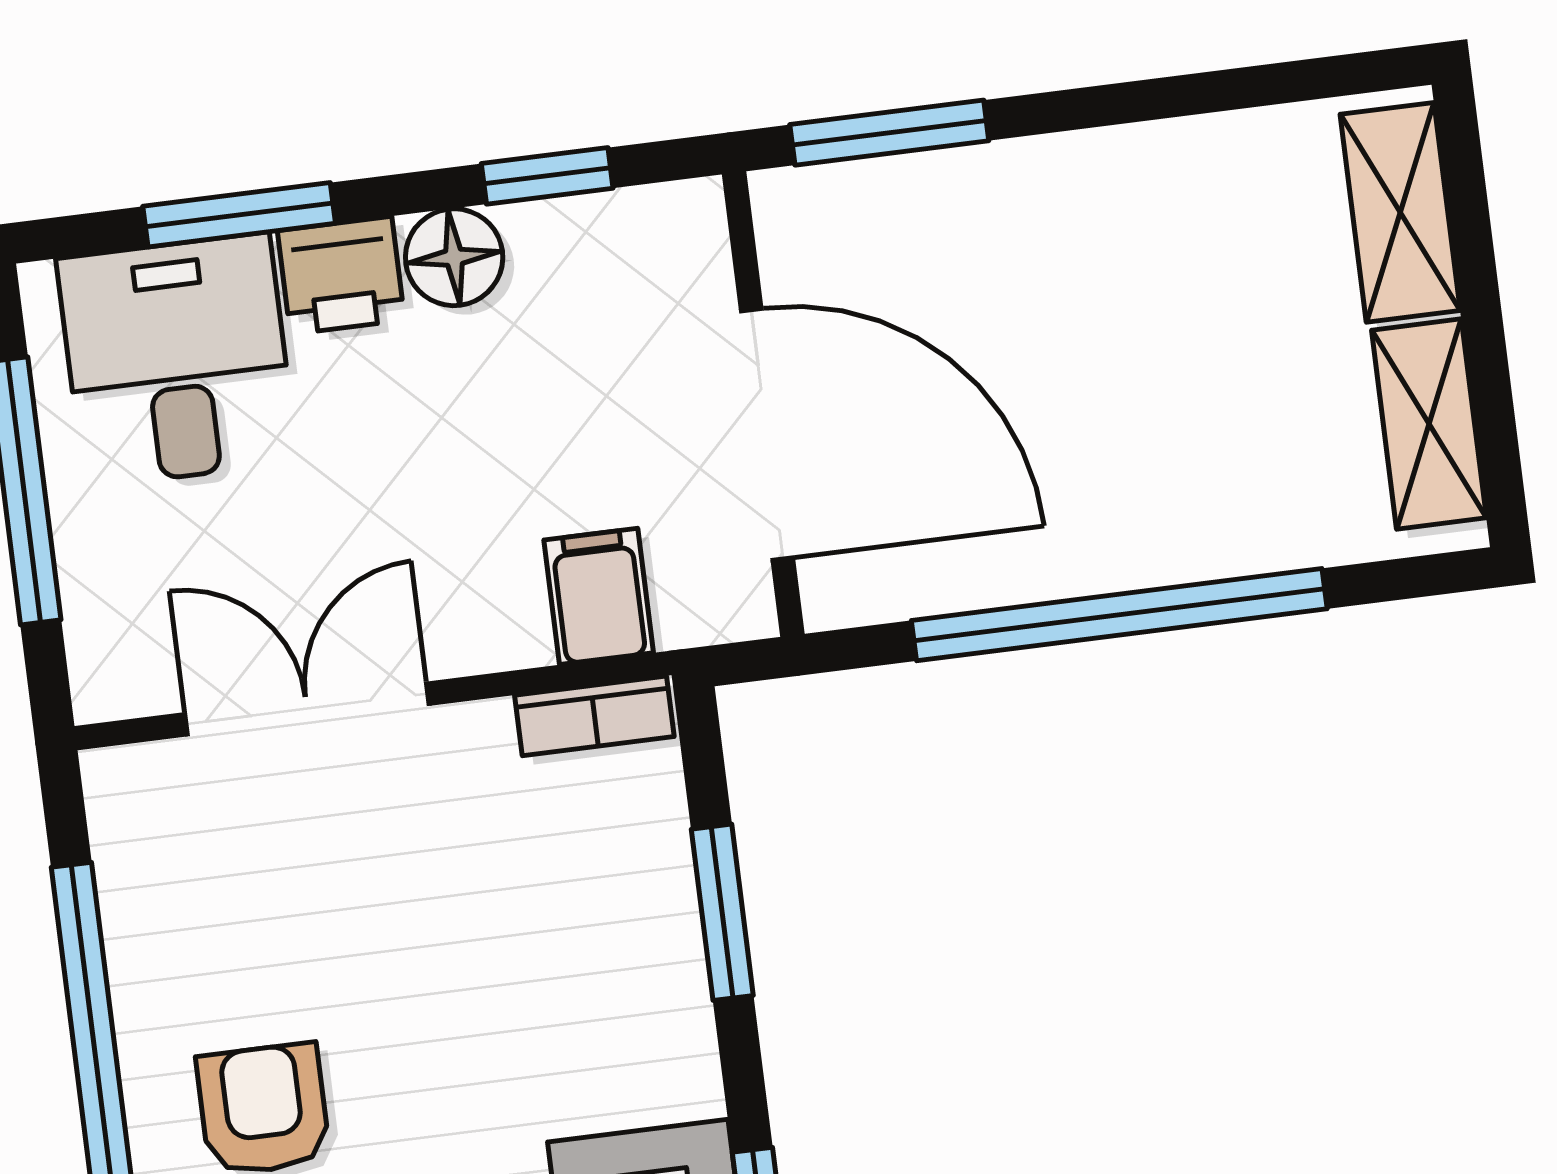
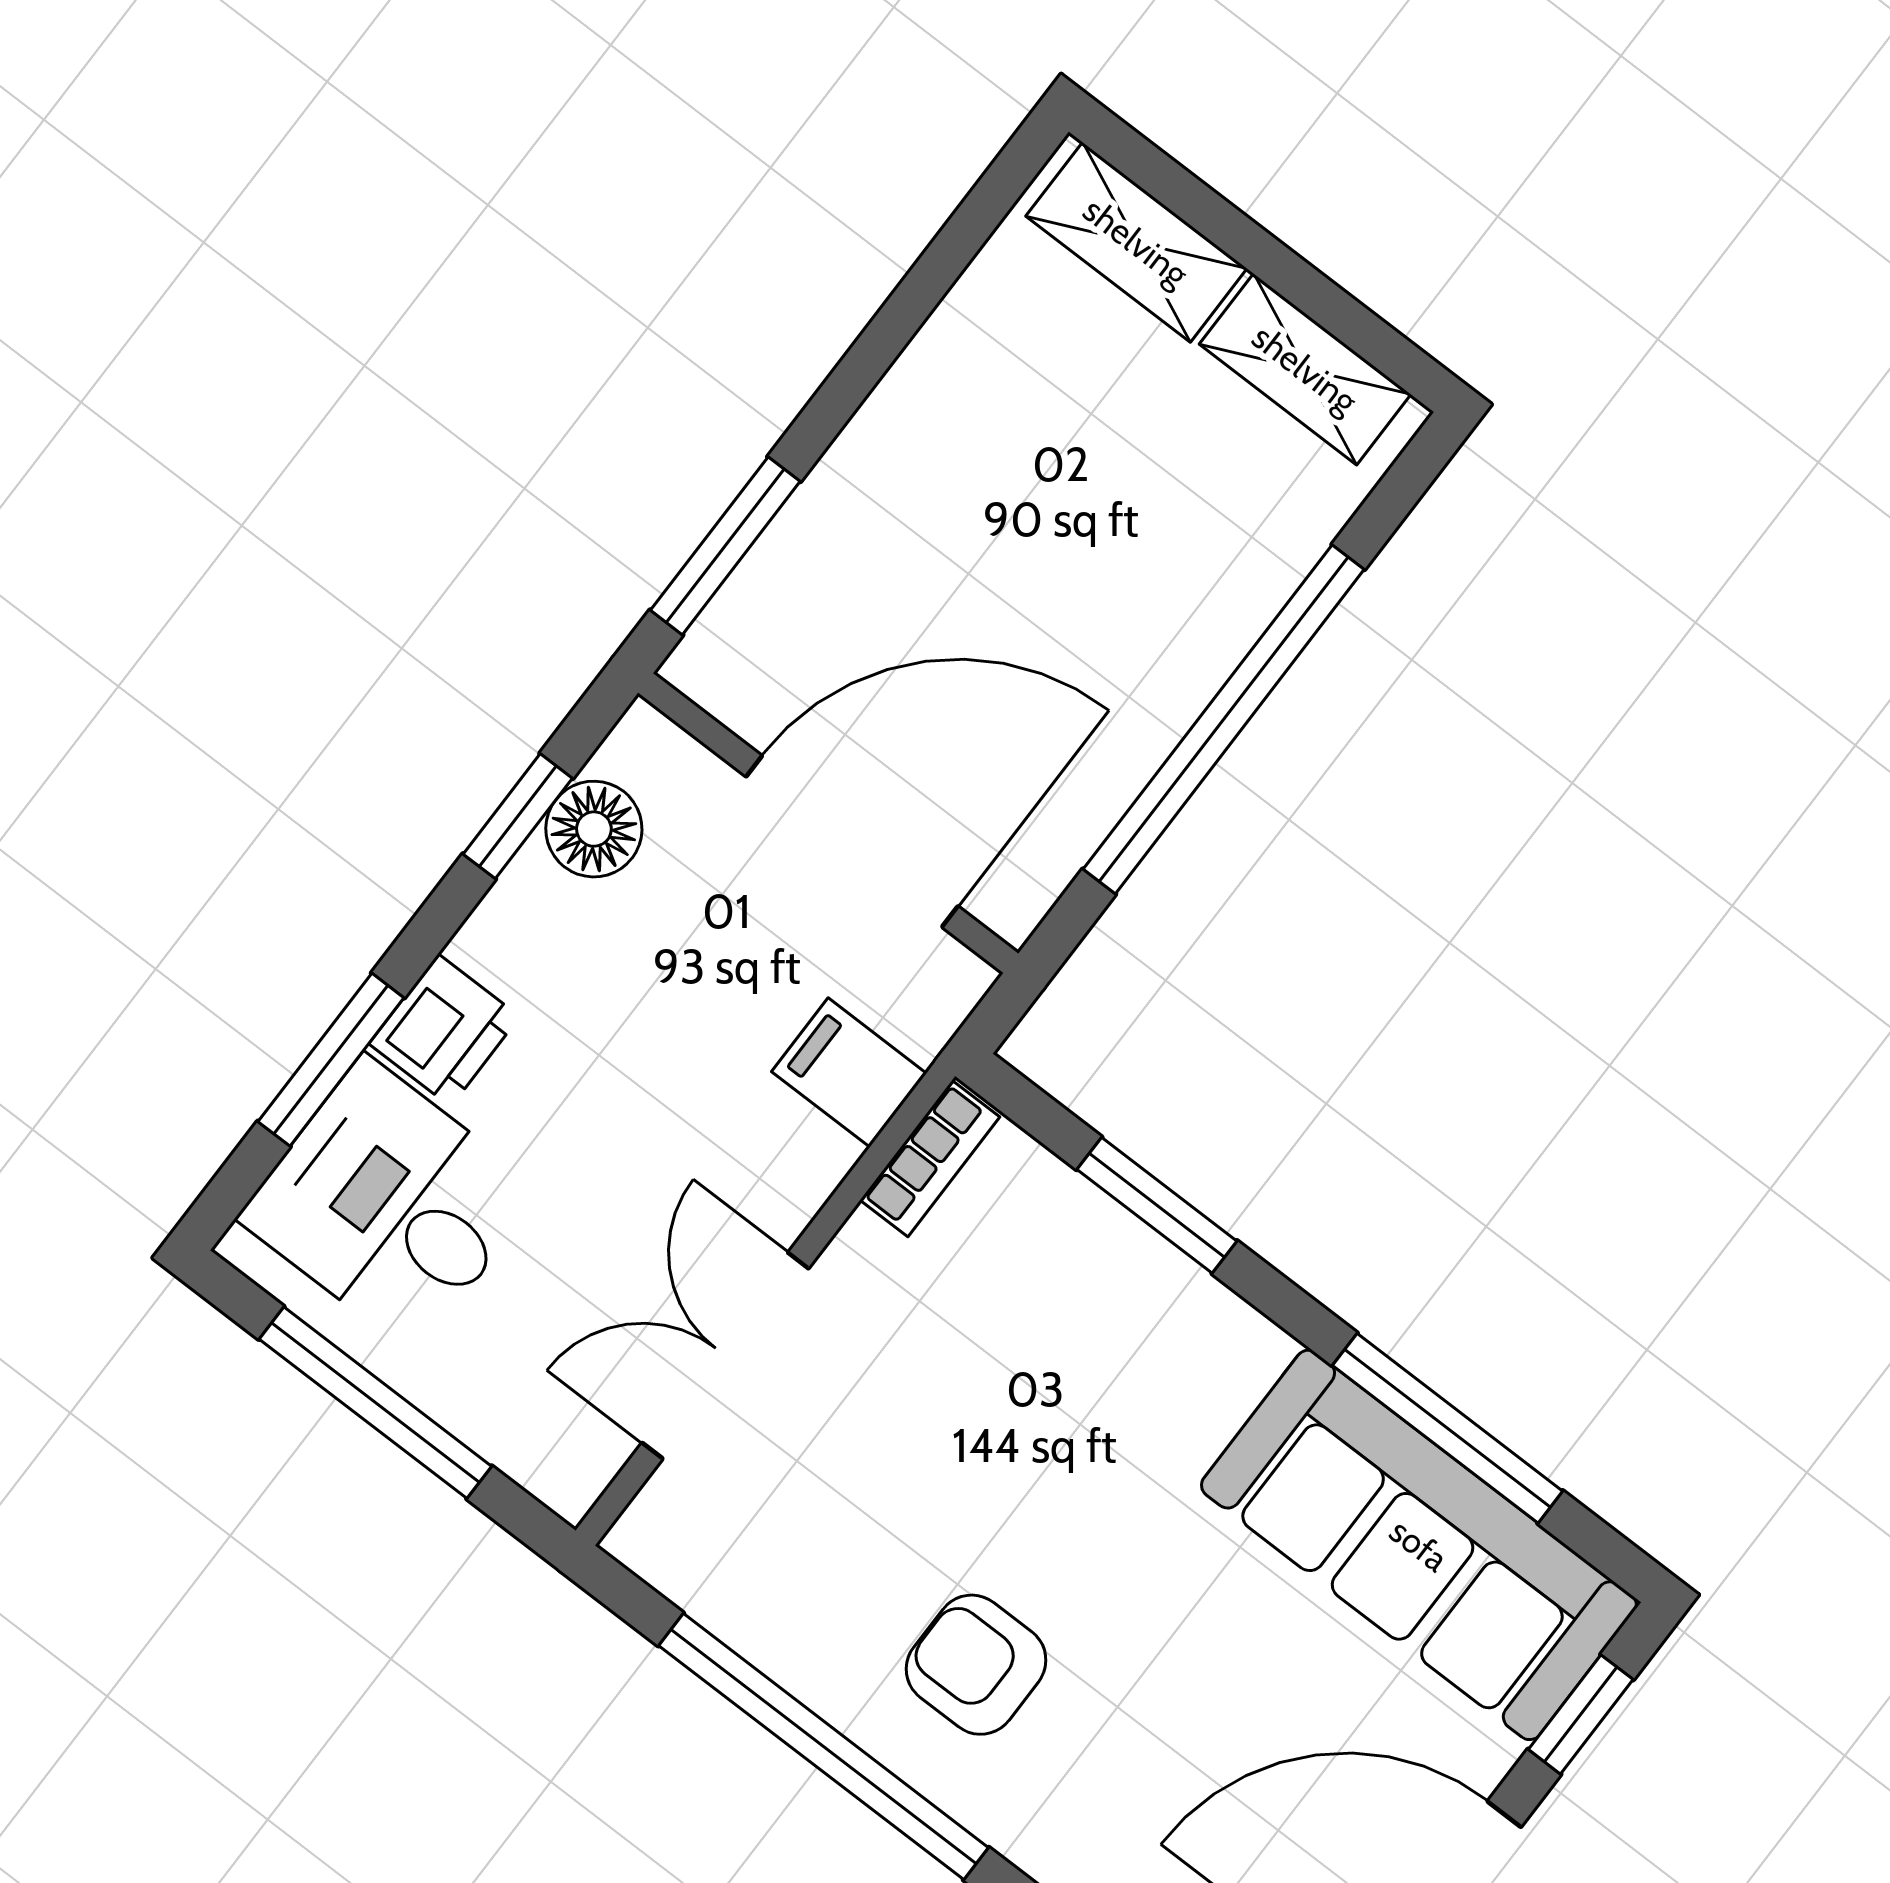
floor lamp: (454, 257) -> (594, 829), moved

